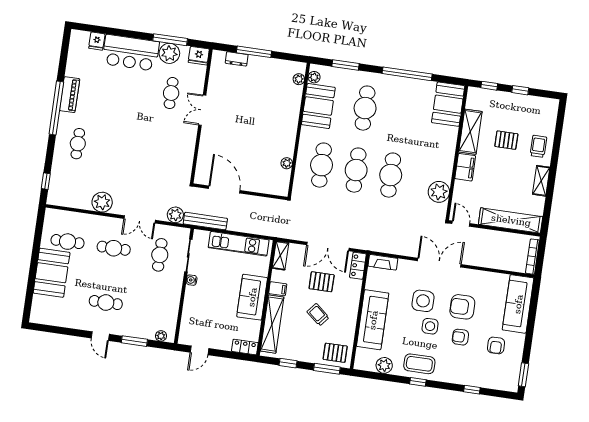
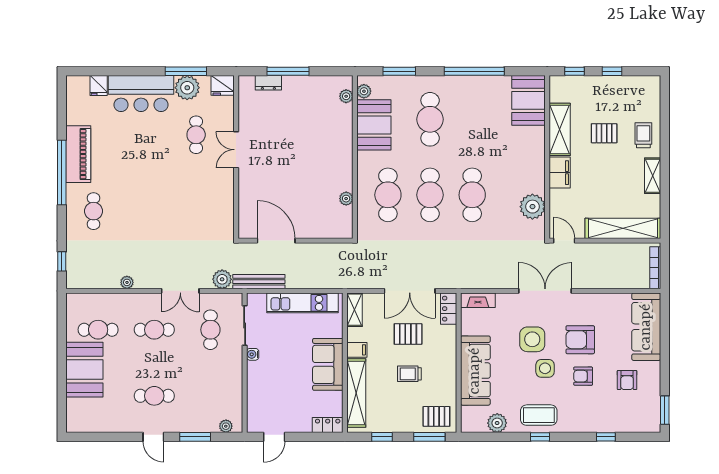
piano: (70, 95) -> (78, 154), width x1.37, depth x1.33
plant: (102, 202) -> (127, 282), width x0.53, depth x0.53
trolley: (318, 315) -> (409, 374), turned -40

